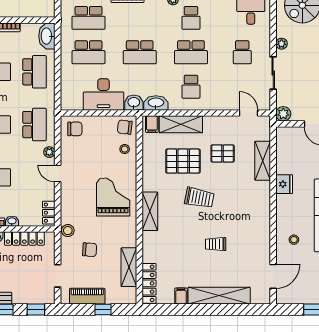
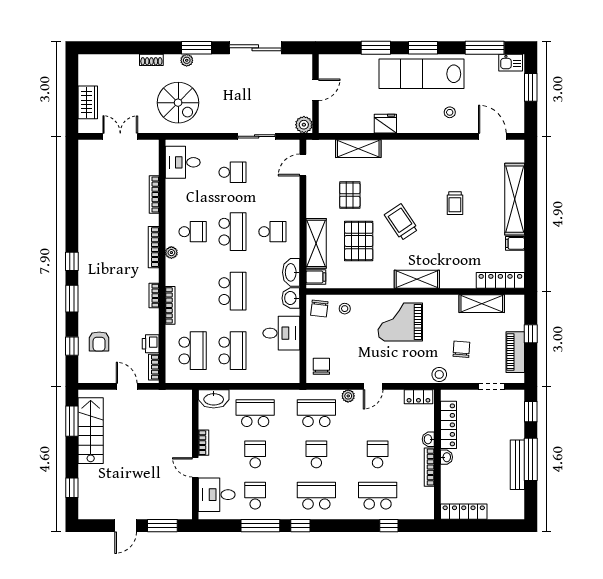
plant: (282, 44) -> (223, 127), removed
desk: (104, 94) -> (281, 333), width x0.73
trolley: (199, 198) -> (401, 222), turned -45

